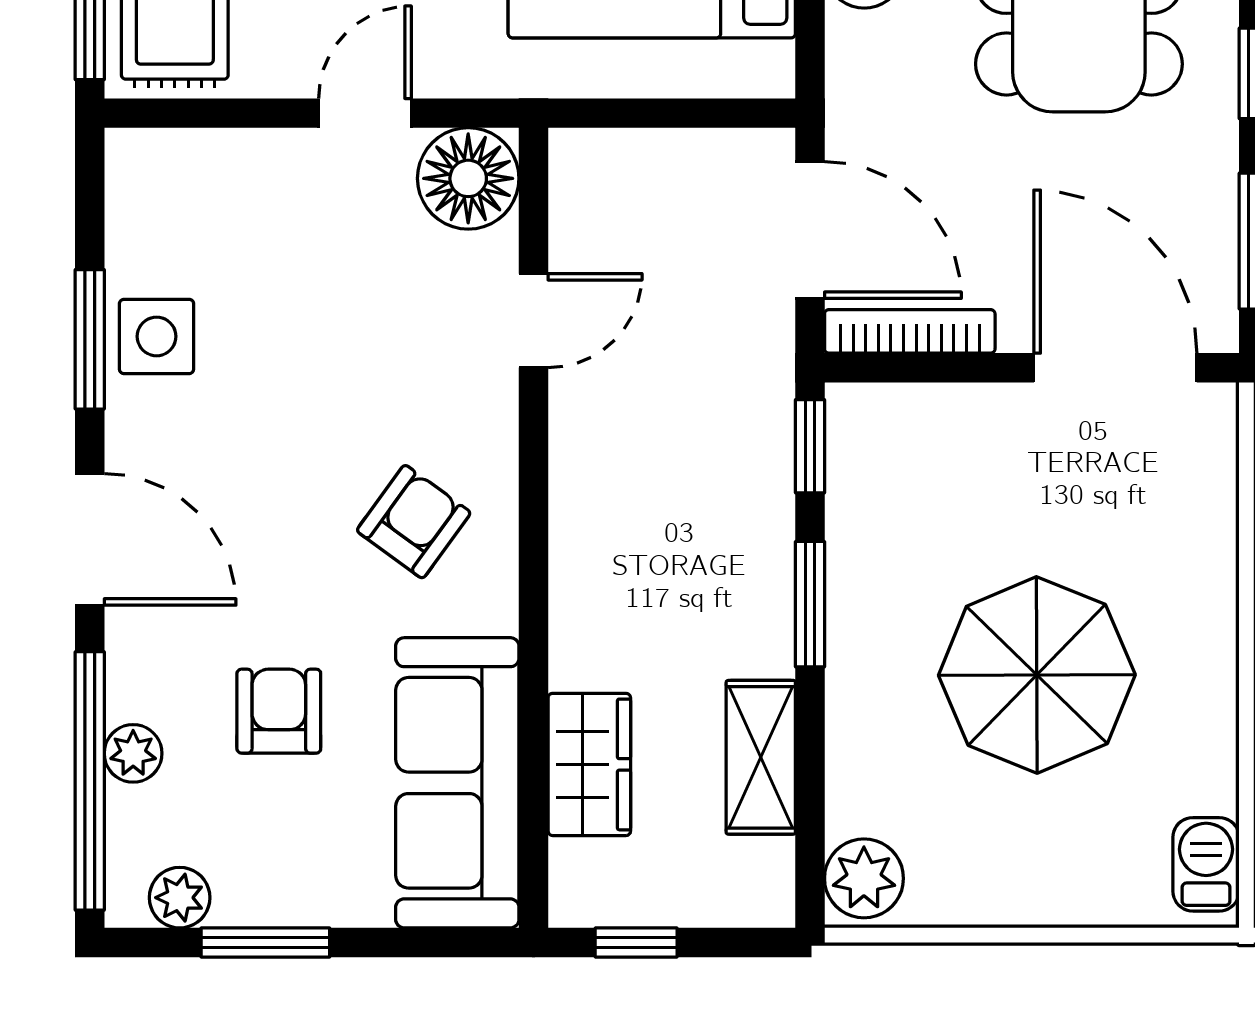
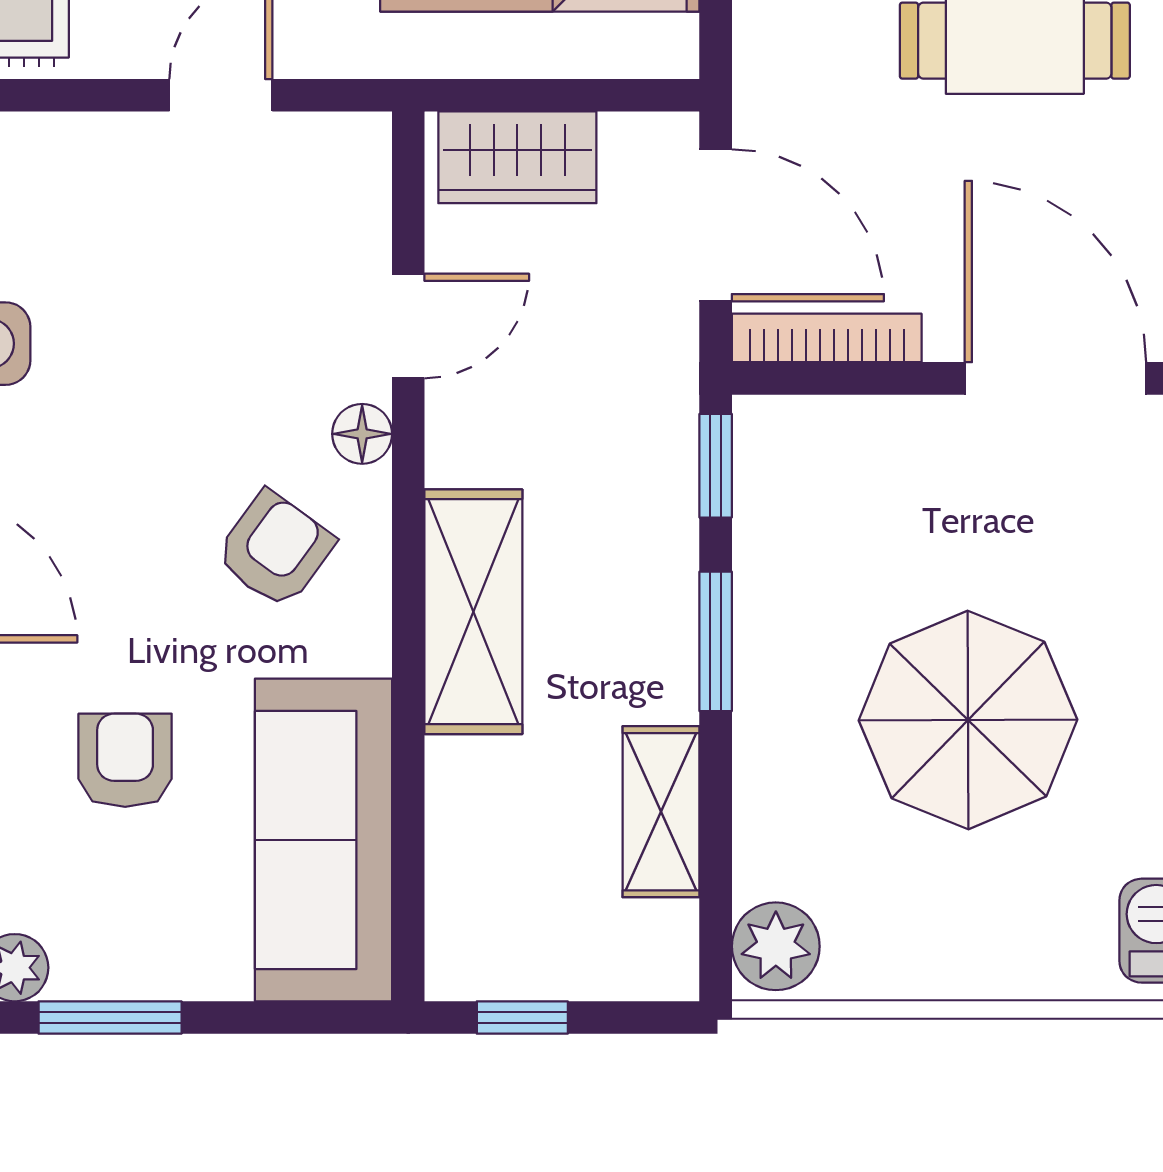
floor lamp: (468, 178) -> (362, 434), moved, width x0.53, depth x0.53
shelving: (592, 578) -> (473, 612), added
wardrobe: (589, 764) -> (517, 157), moved, turned 90

